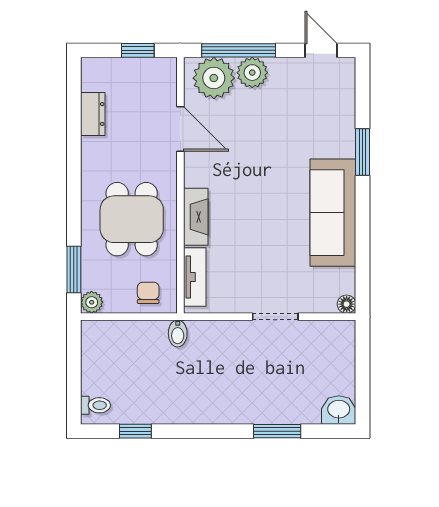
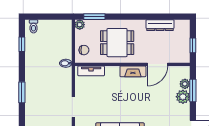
window: (239, 50) -> (193, 91), width x0.69
plant: (214, 78) -> (185, 84), width x0.53, depth x0.53
dresser: (93, 114) -> (160, 25), width x1.44
fireplace: (196, 217) -> (133, 71), moved
window: (277, 431) -> (22, 92), moved

